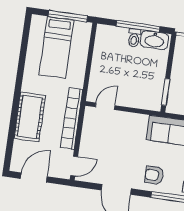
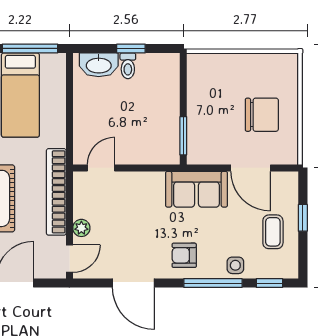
window: (138, 26) -> (131, 48), width x0.46
washbasin: (154, 40) -> (99, 65), moved
plant: (86, 146) -> (81, 228), added

